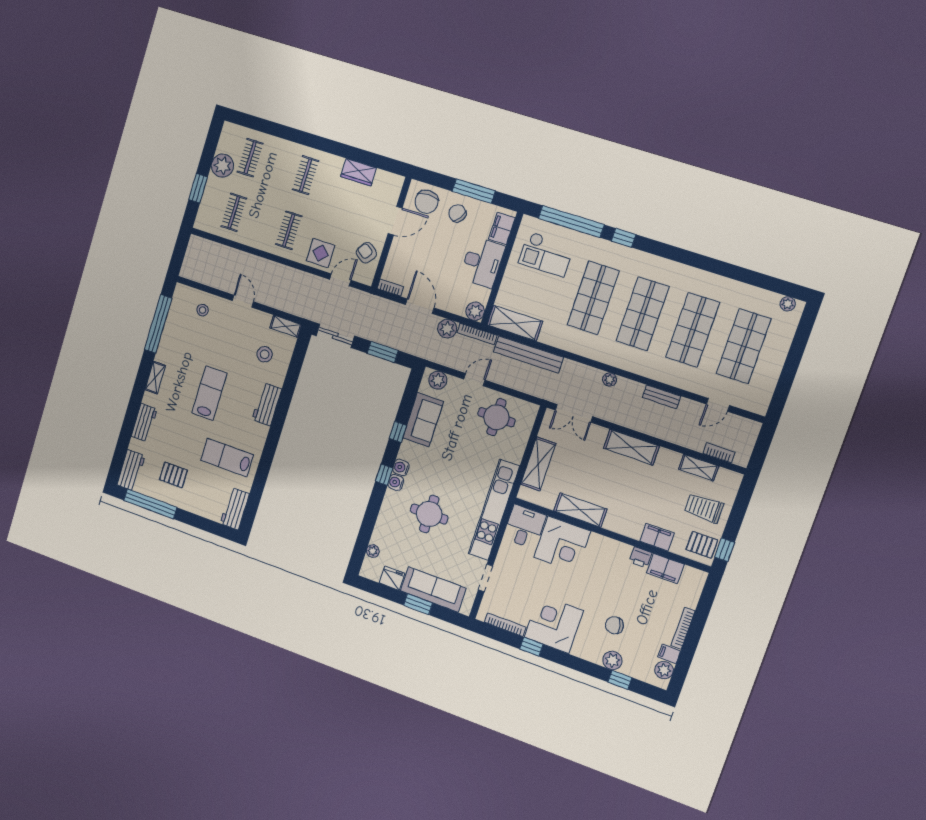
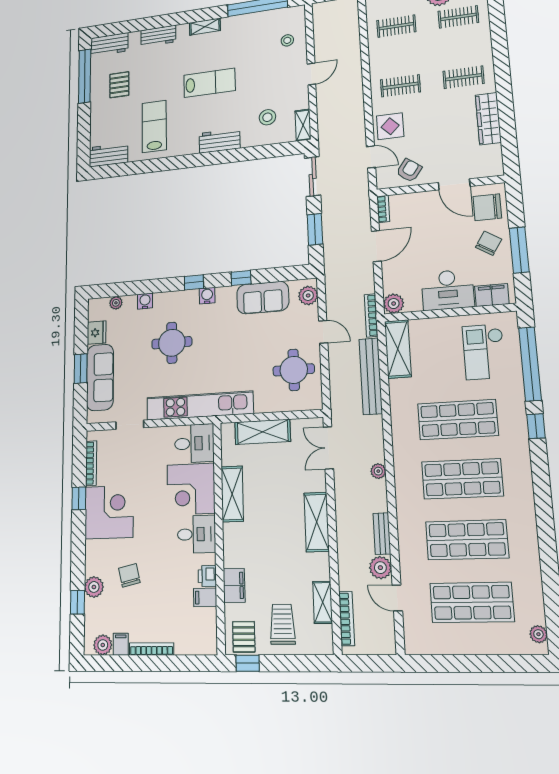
wardrobe: (358, 172) -> (488, 119), width x1.50
plant: (447, 329) -> (380, 568), moved
bookcase: (719, 453) -> (347, 619), width x1.56
water cooler: (396, 482) -> (145, 301), moved
desk: (602, 554) -> (196, 534), added
filing cabinet: (665, 569) -> (205, 597), width x0.50

